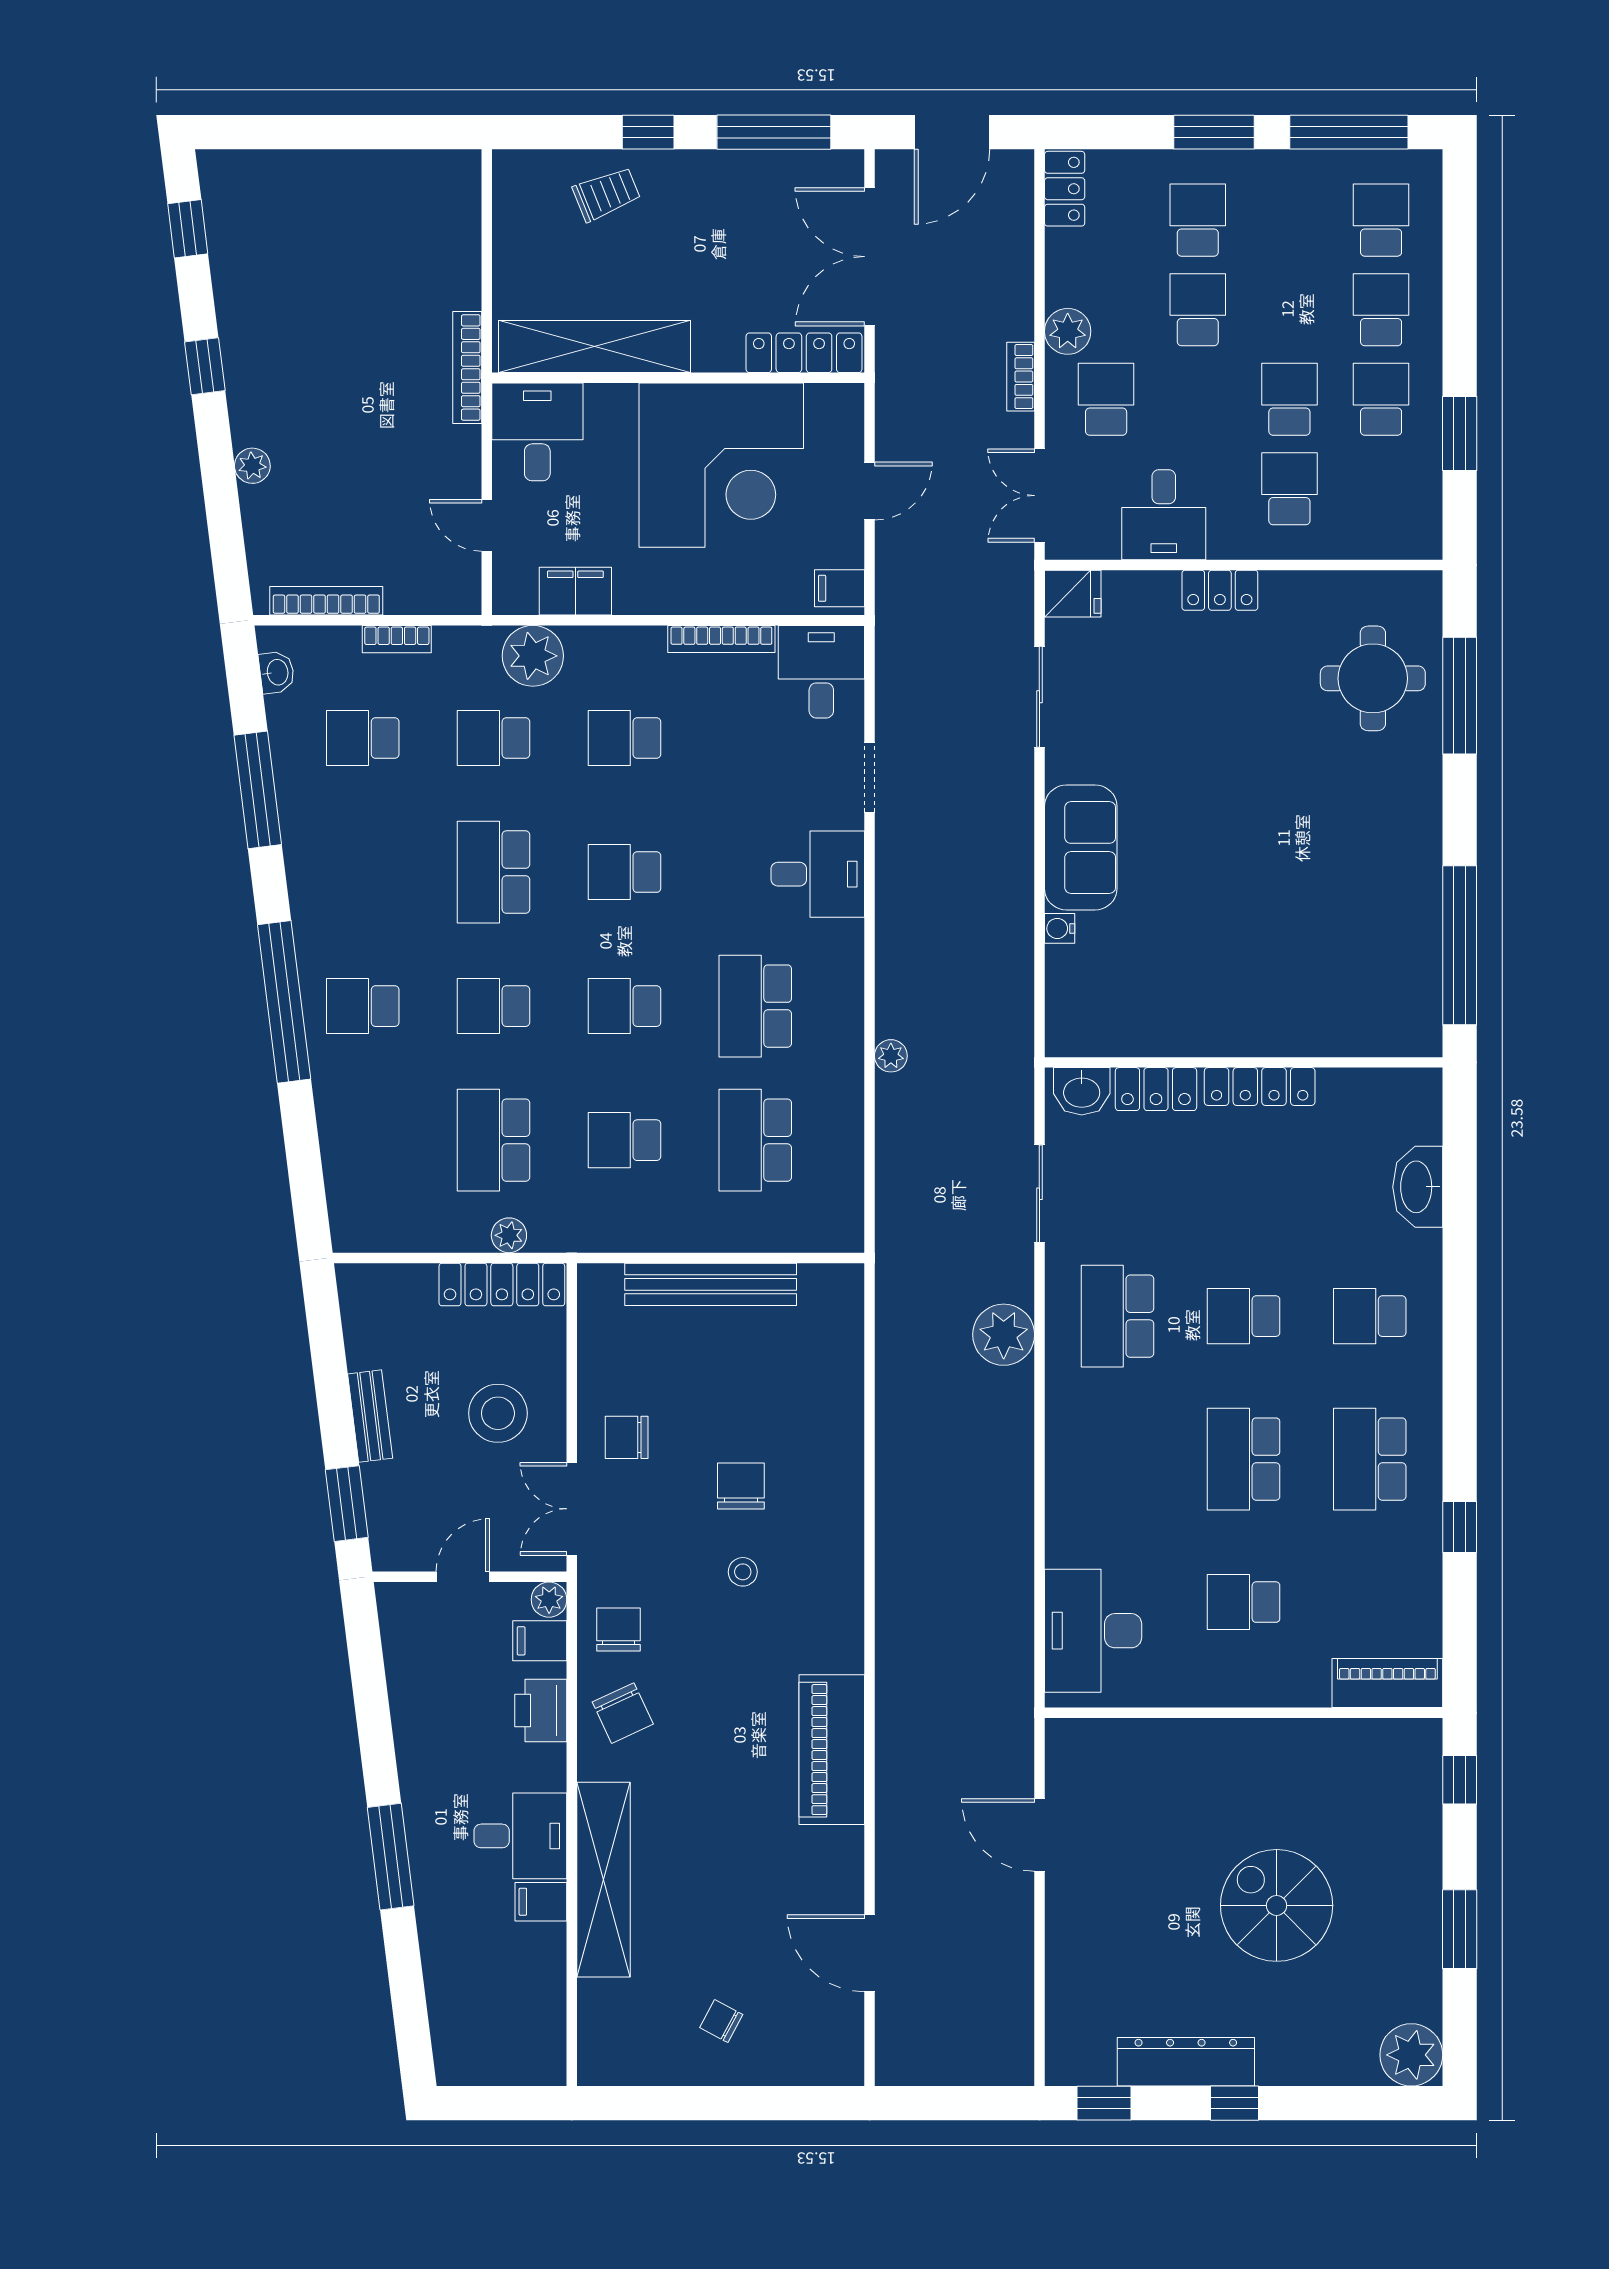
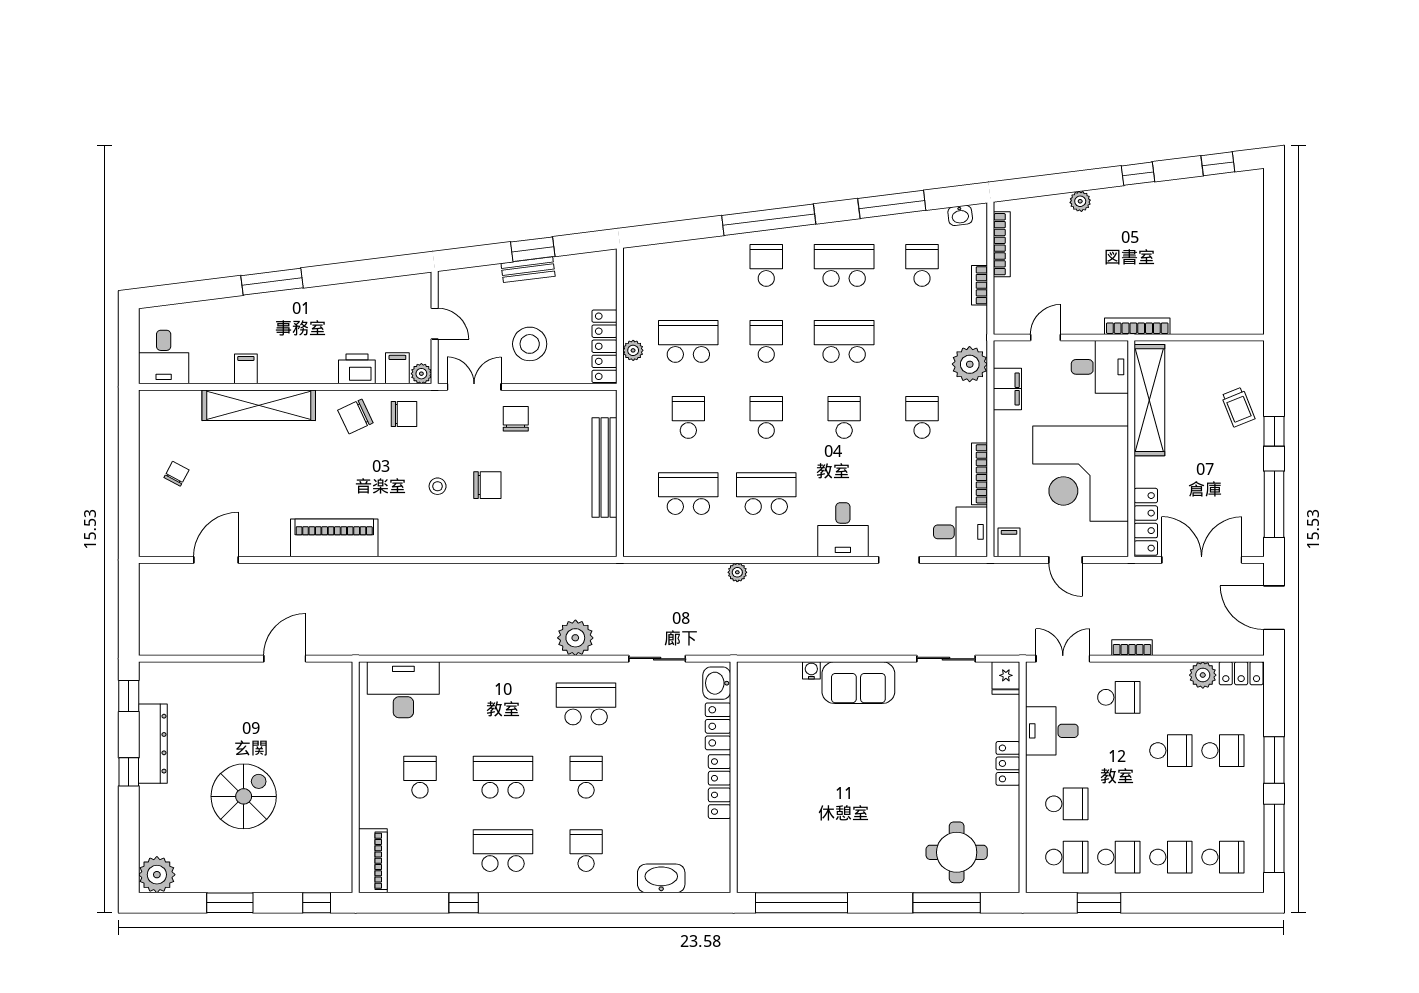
plant: (1068, 331) -> (1203, 675), moved
school desk: (1289, 399) -> (1067, 857), moved
school desk: (494, 738) -> (844, 265), moved, width x1.85
window: (347, 1504) -> (533, 249), moved
desk: (520, 1836) -> (164, 357), moved

